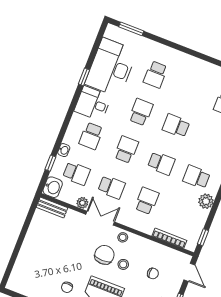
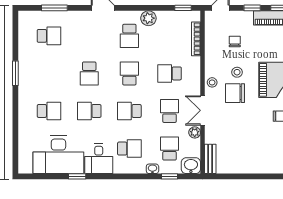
window: (131, 29) -> (15, 73), moved

